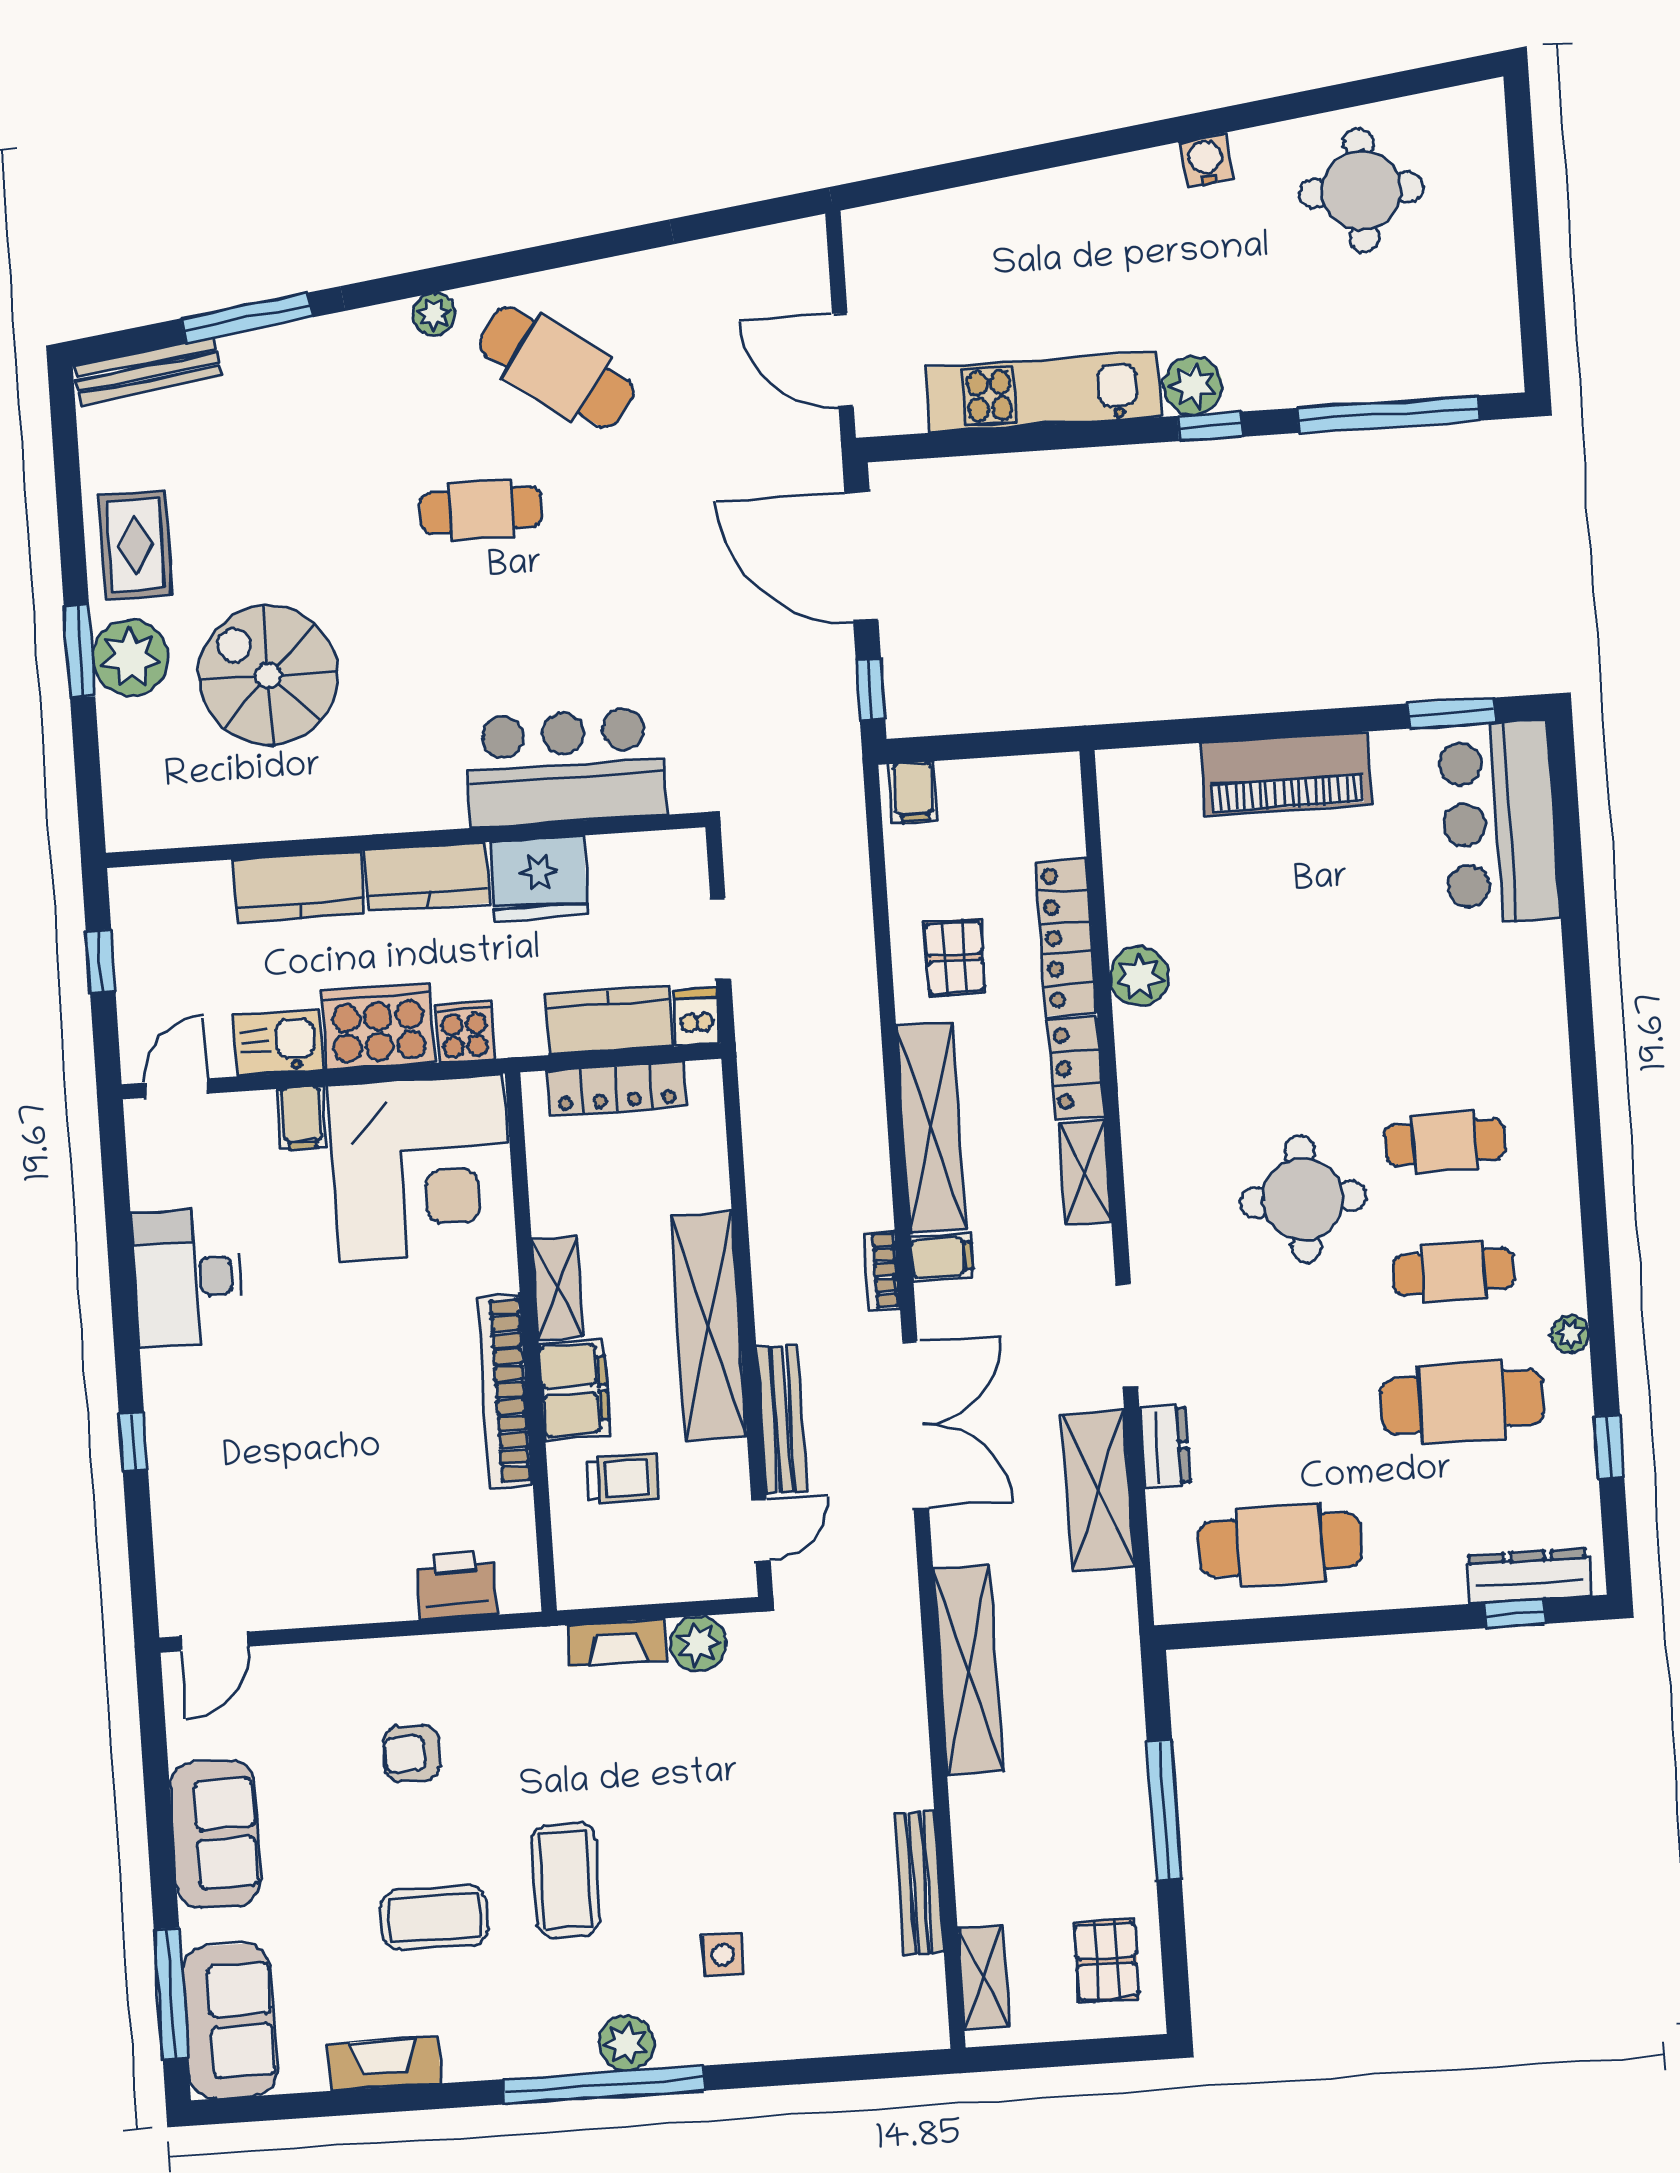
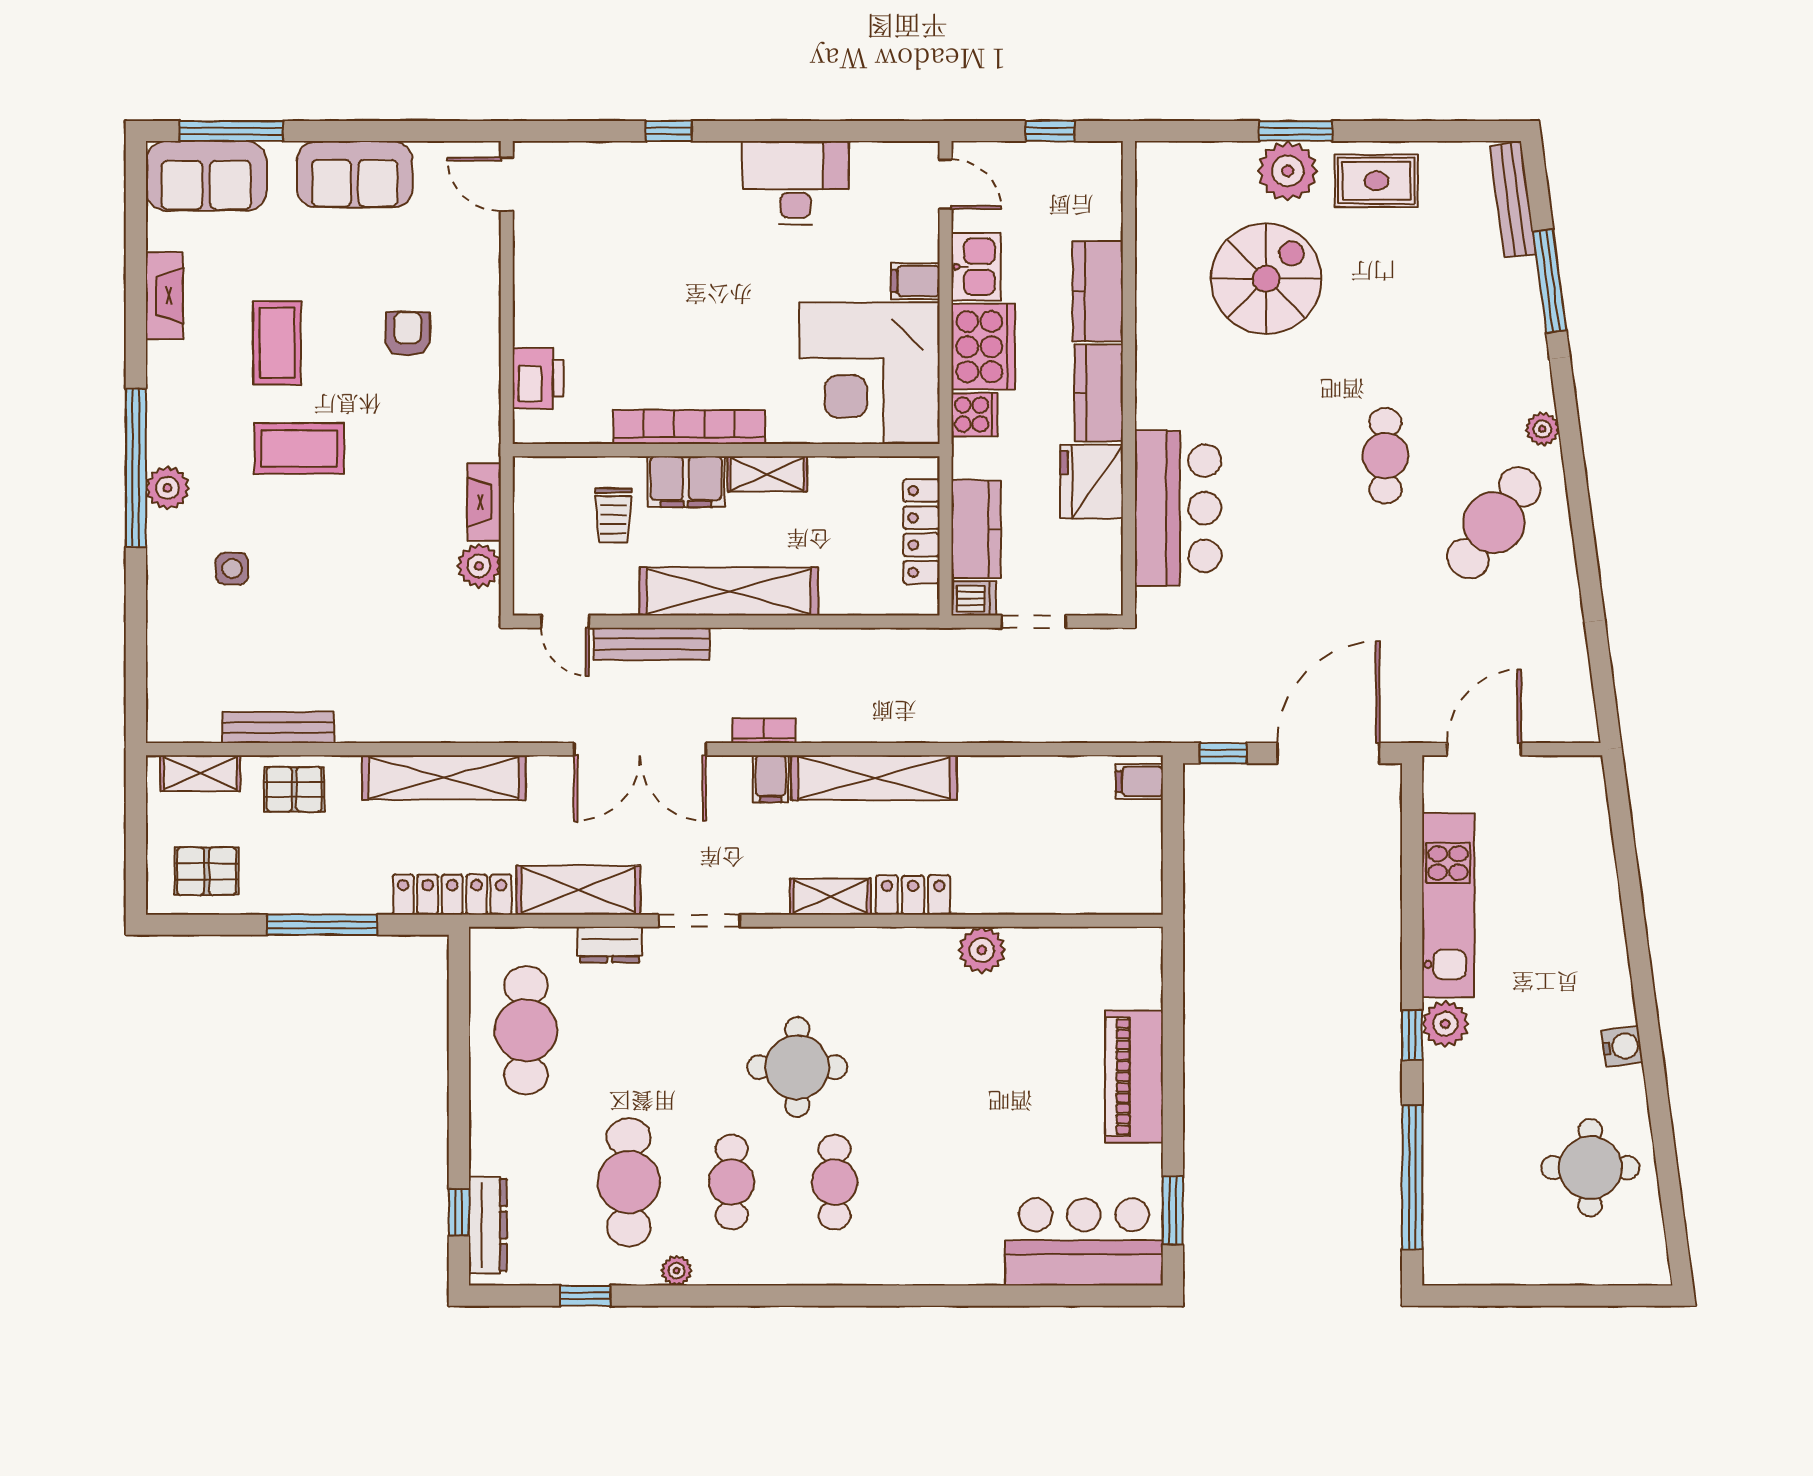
locker: (1066, 937) -> (452, 895), moved
pallet: (955, 957) -> (294, 789), moved

